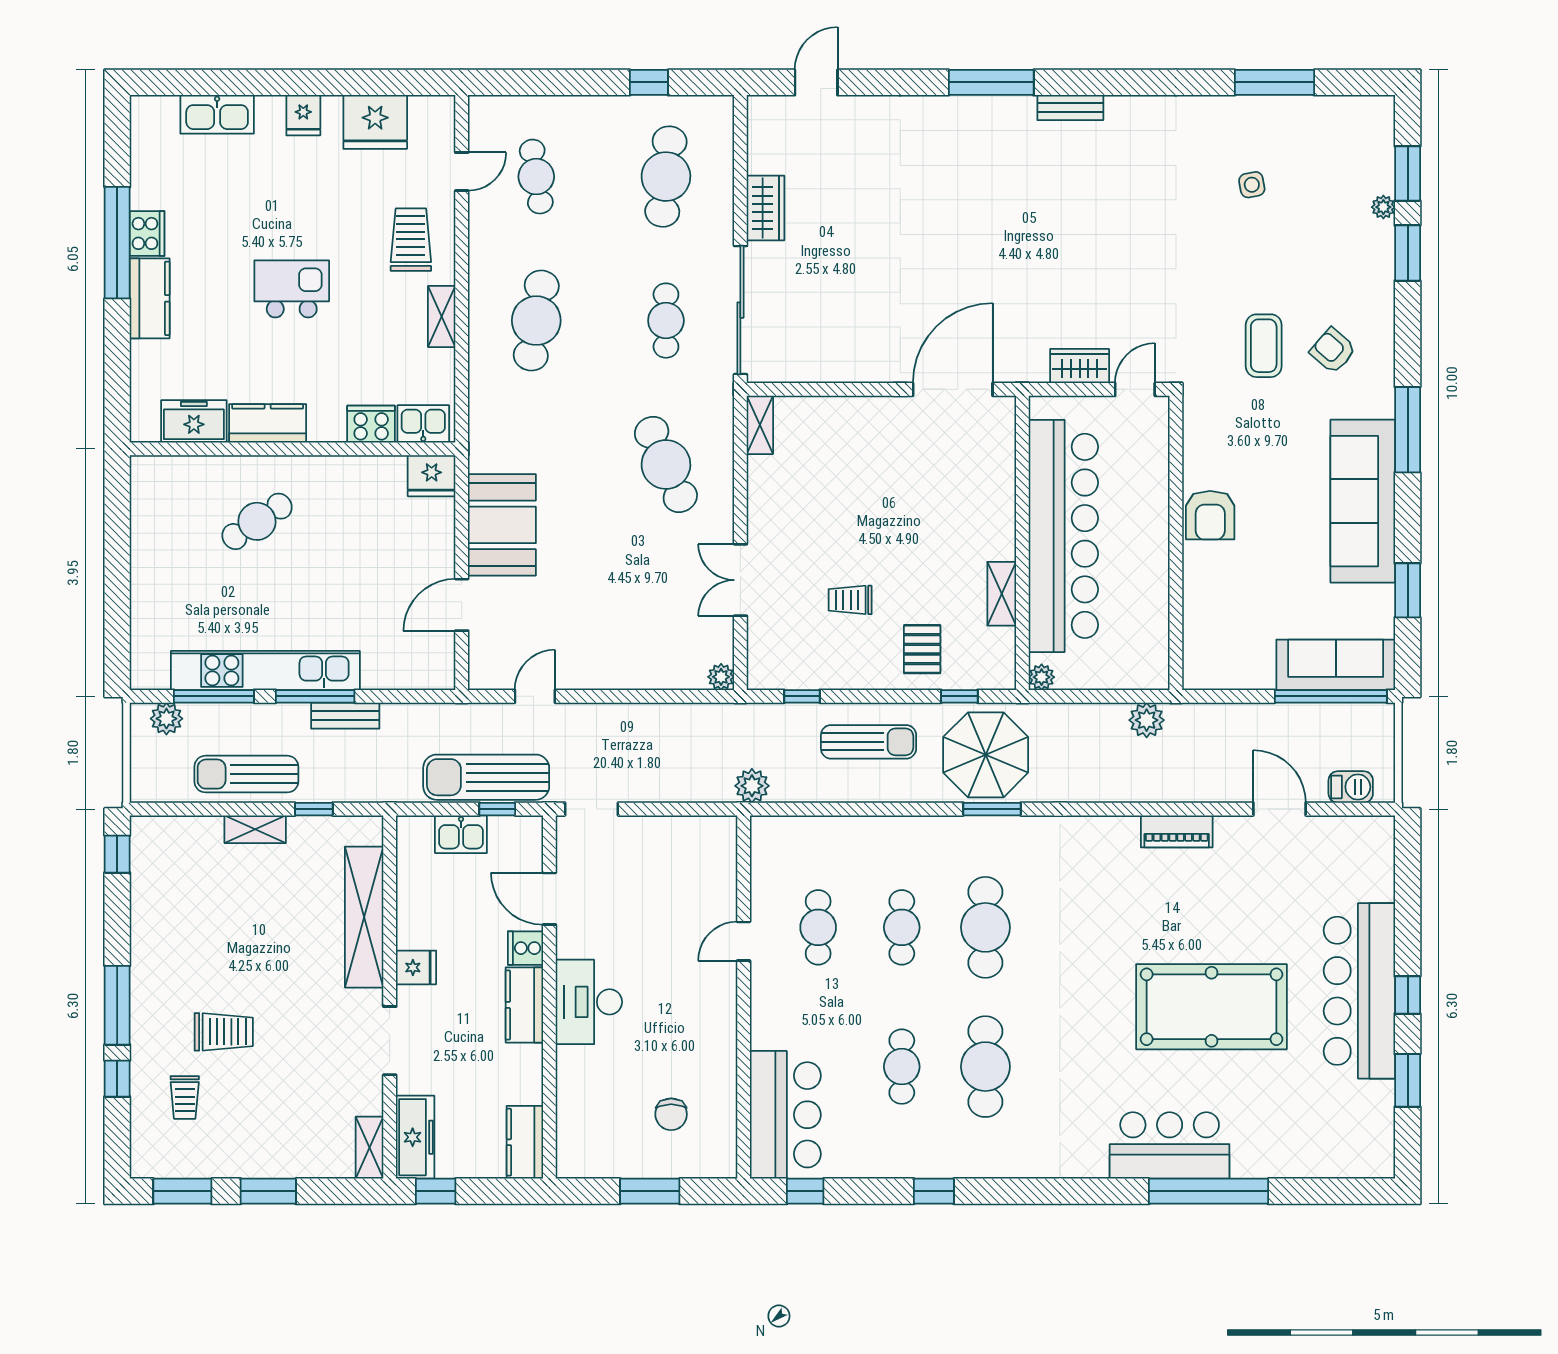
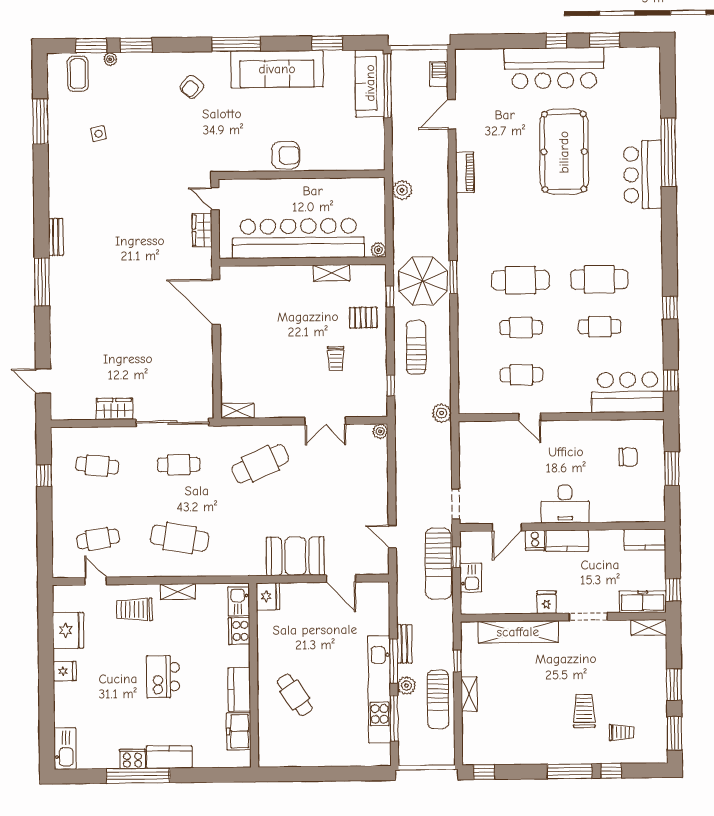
kitchen sink: (217, 114) -> (65, 749), moved
cafe table: (666, 177) -> (97, 465), width x0.73, depth x0.74
coffee table: (1264, 346) -> (78, 74), moved, turned 90
plant: (166, 719) -> (406, 686), moved

